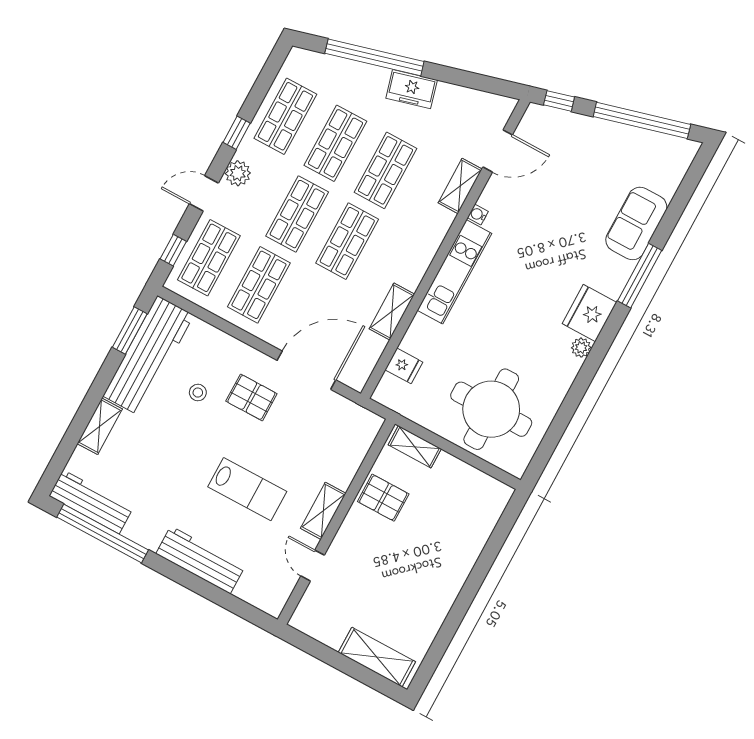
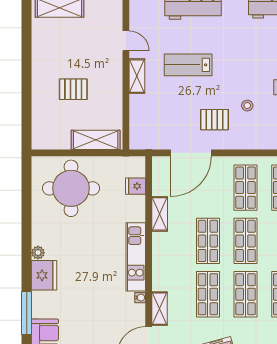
shelving: (415, 447) -> (96, 140), width x1.50, depth x1.33
pallet: (383, 498) -> (73, 89), moved

